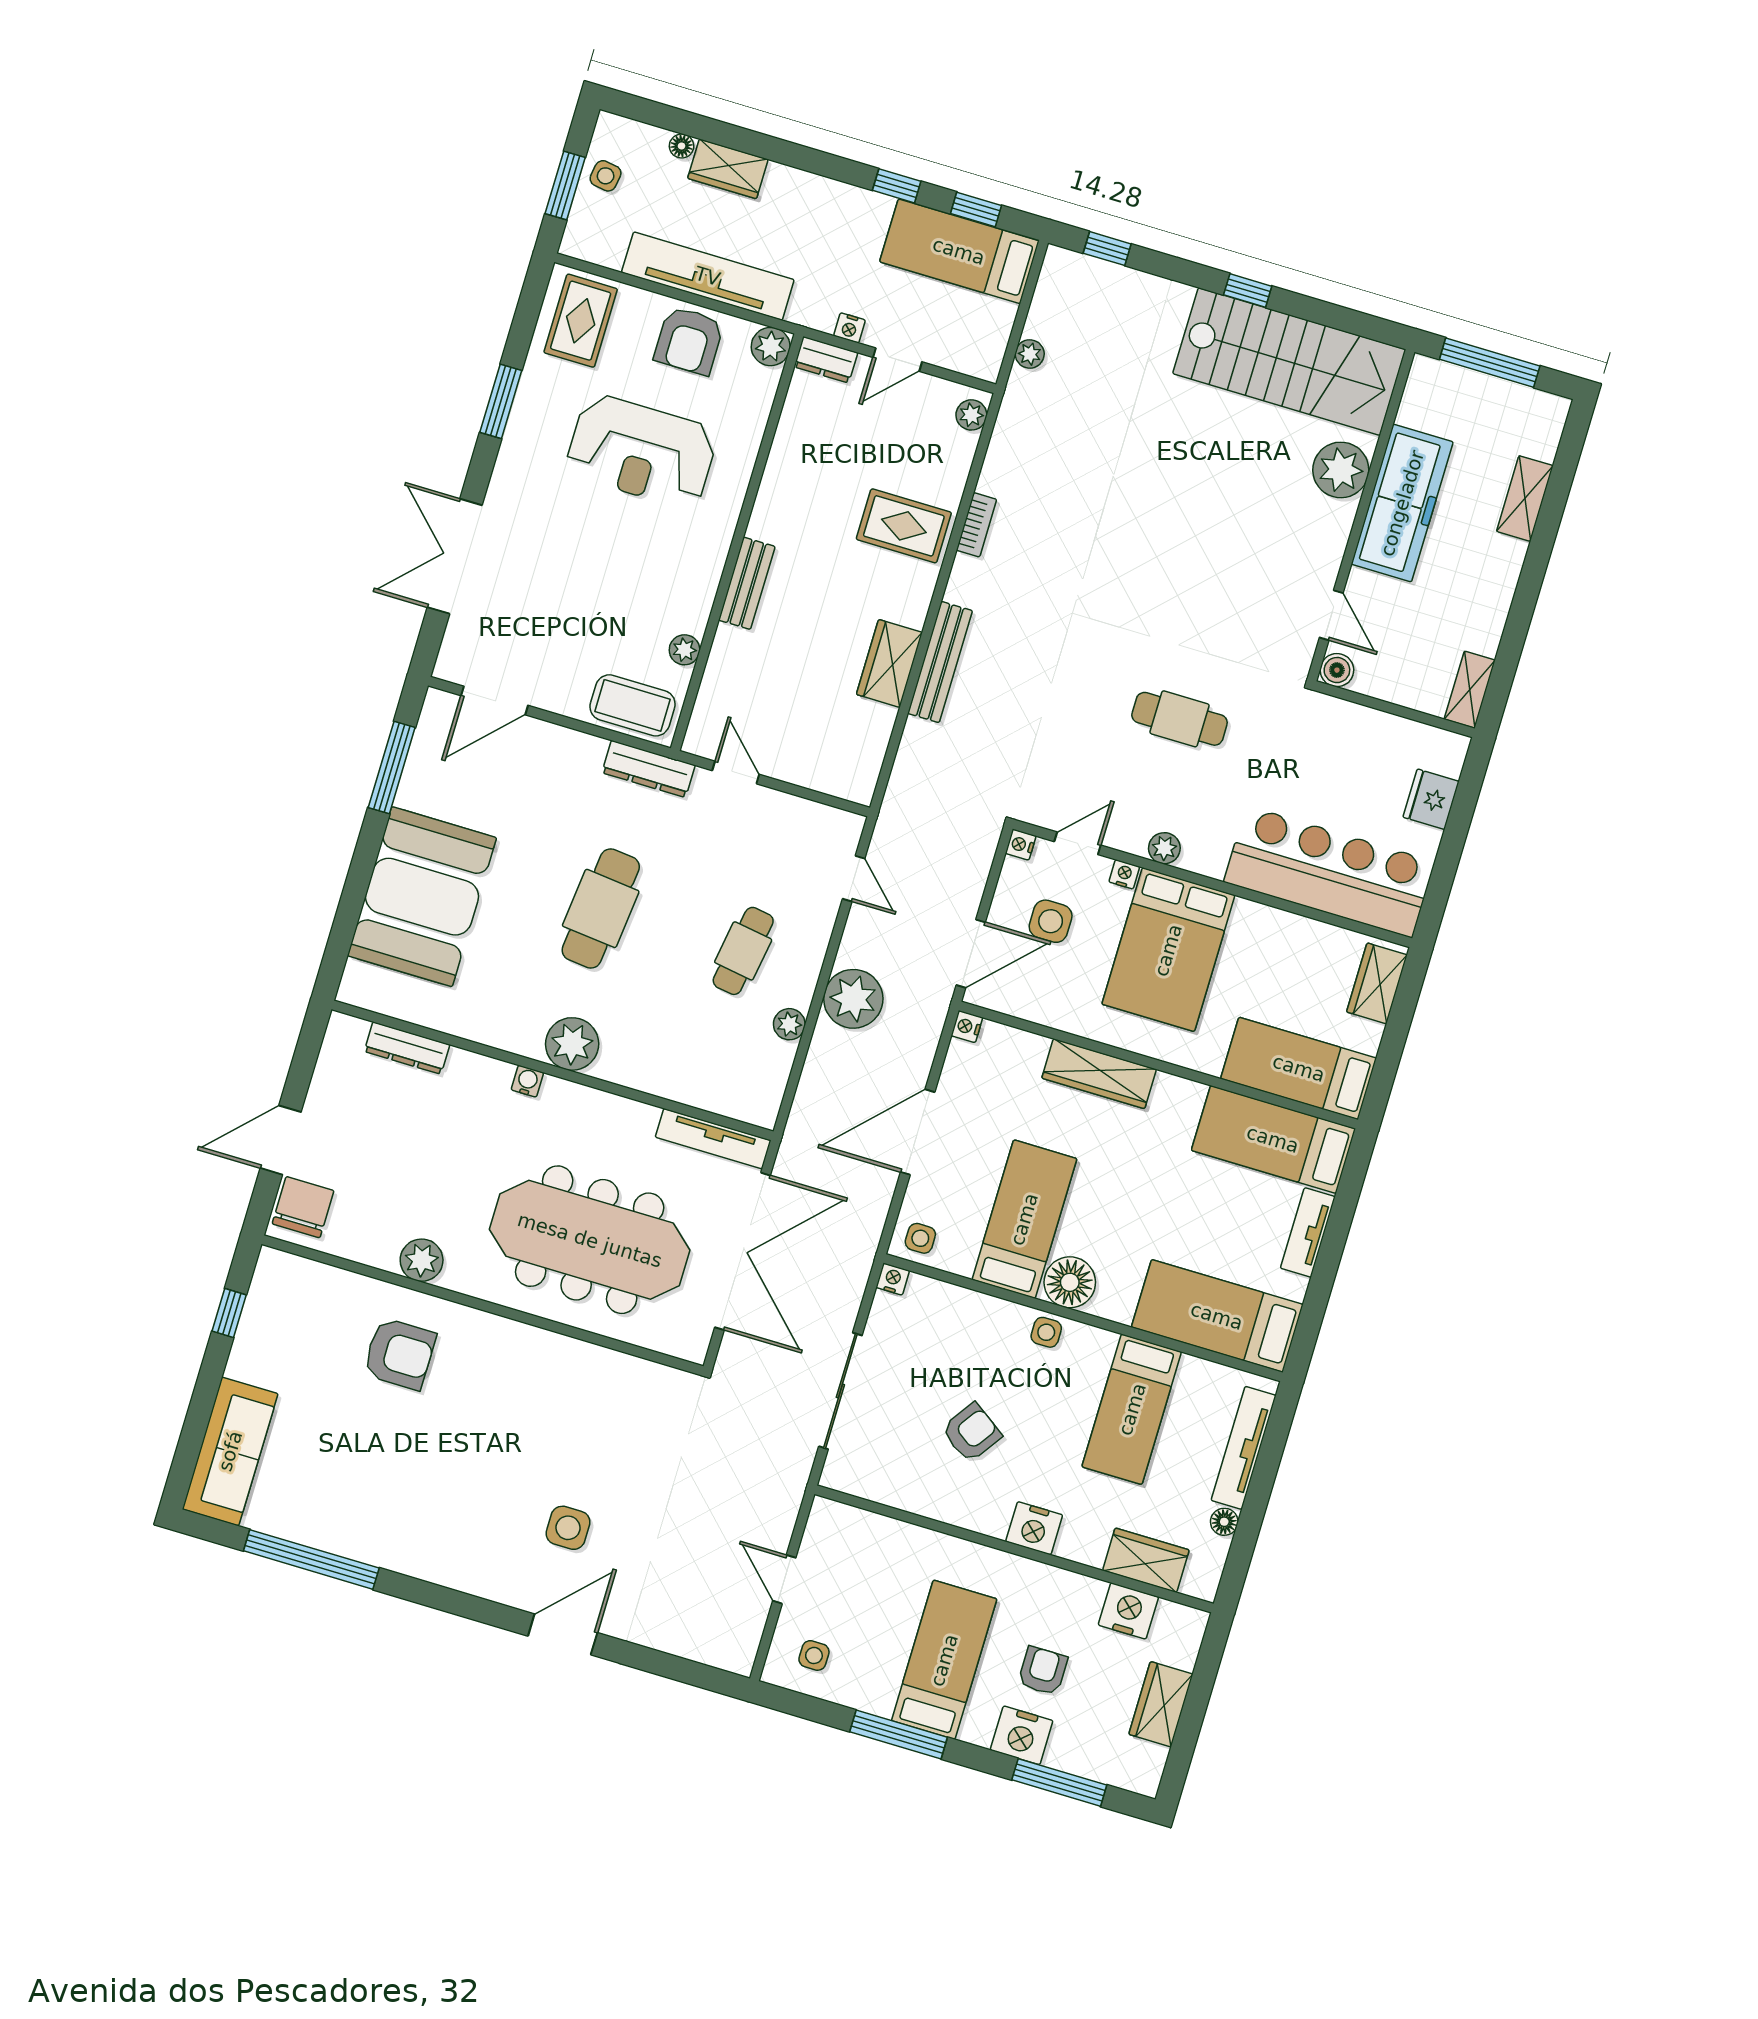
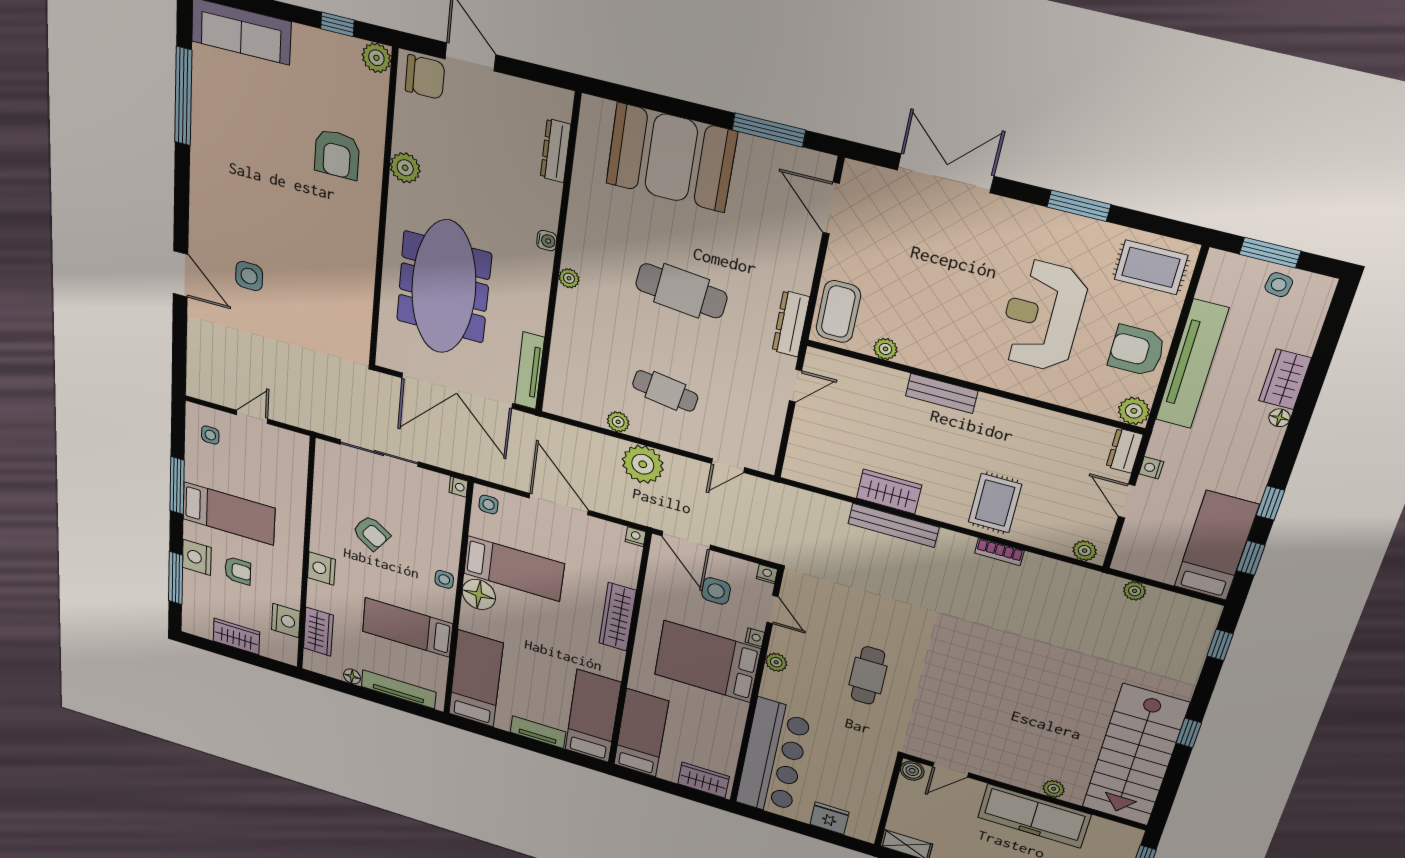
floor lamp: (682, 146) -> (1279, 418), moved
plant: (1341, 470) -> (1054, 789), width x0.53, depth x0.53
plant: (572, 1044) -> (569, 278), width x0.53, depth x0.53
plant: (275, 1269) -> (376, 58), added

